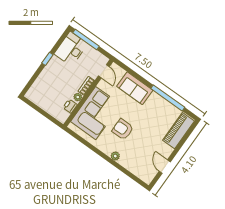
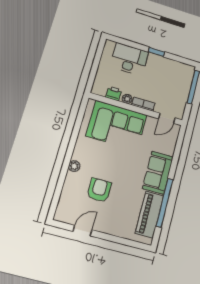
desk: (71, 49) -> (129, 59), moved
sofa: (135, 88) -> (158, 173), moved
armchair: (123, 129) -> (99, 190), moved
piano: (178, 131) -> (149, 214), moved, turned -90

